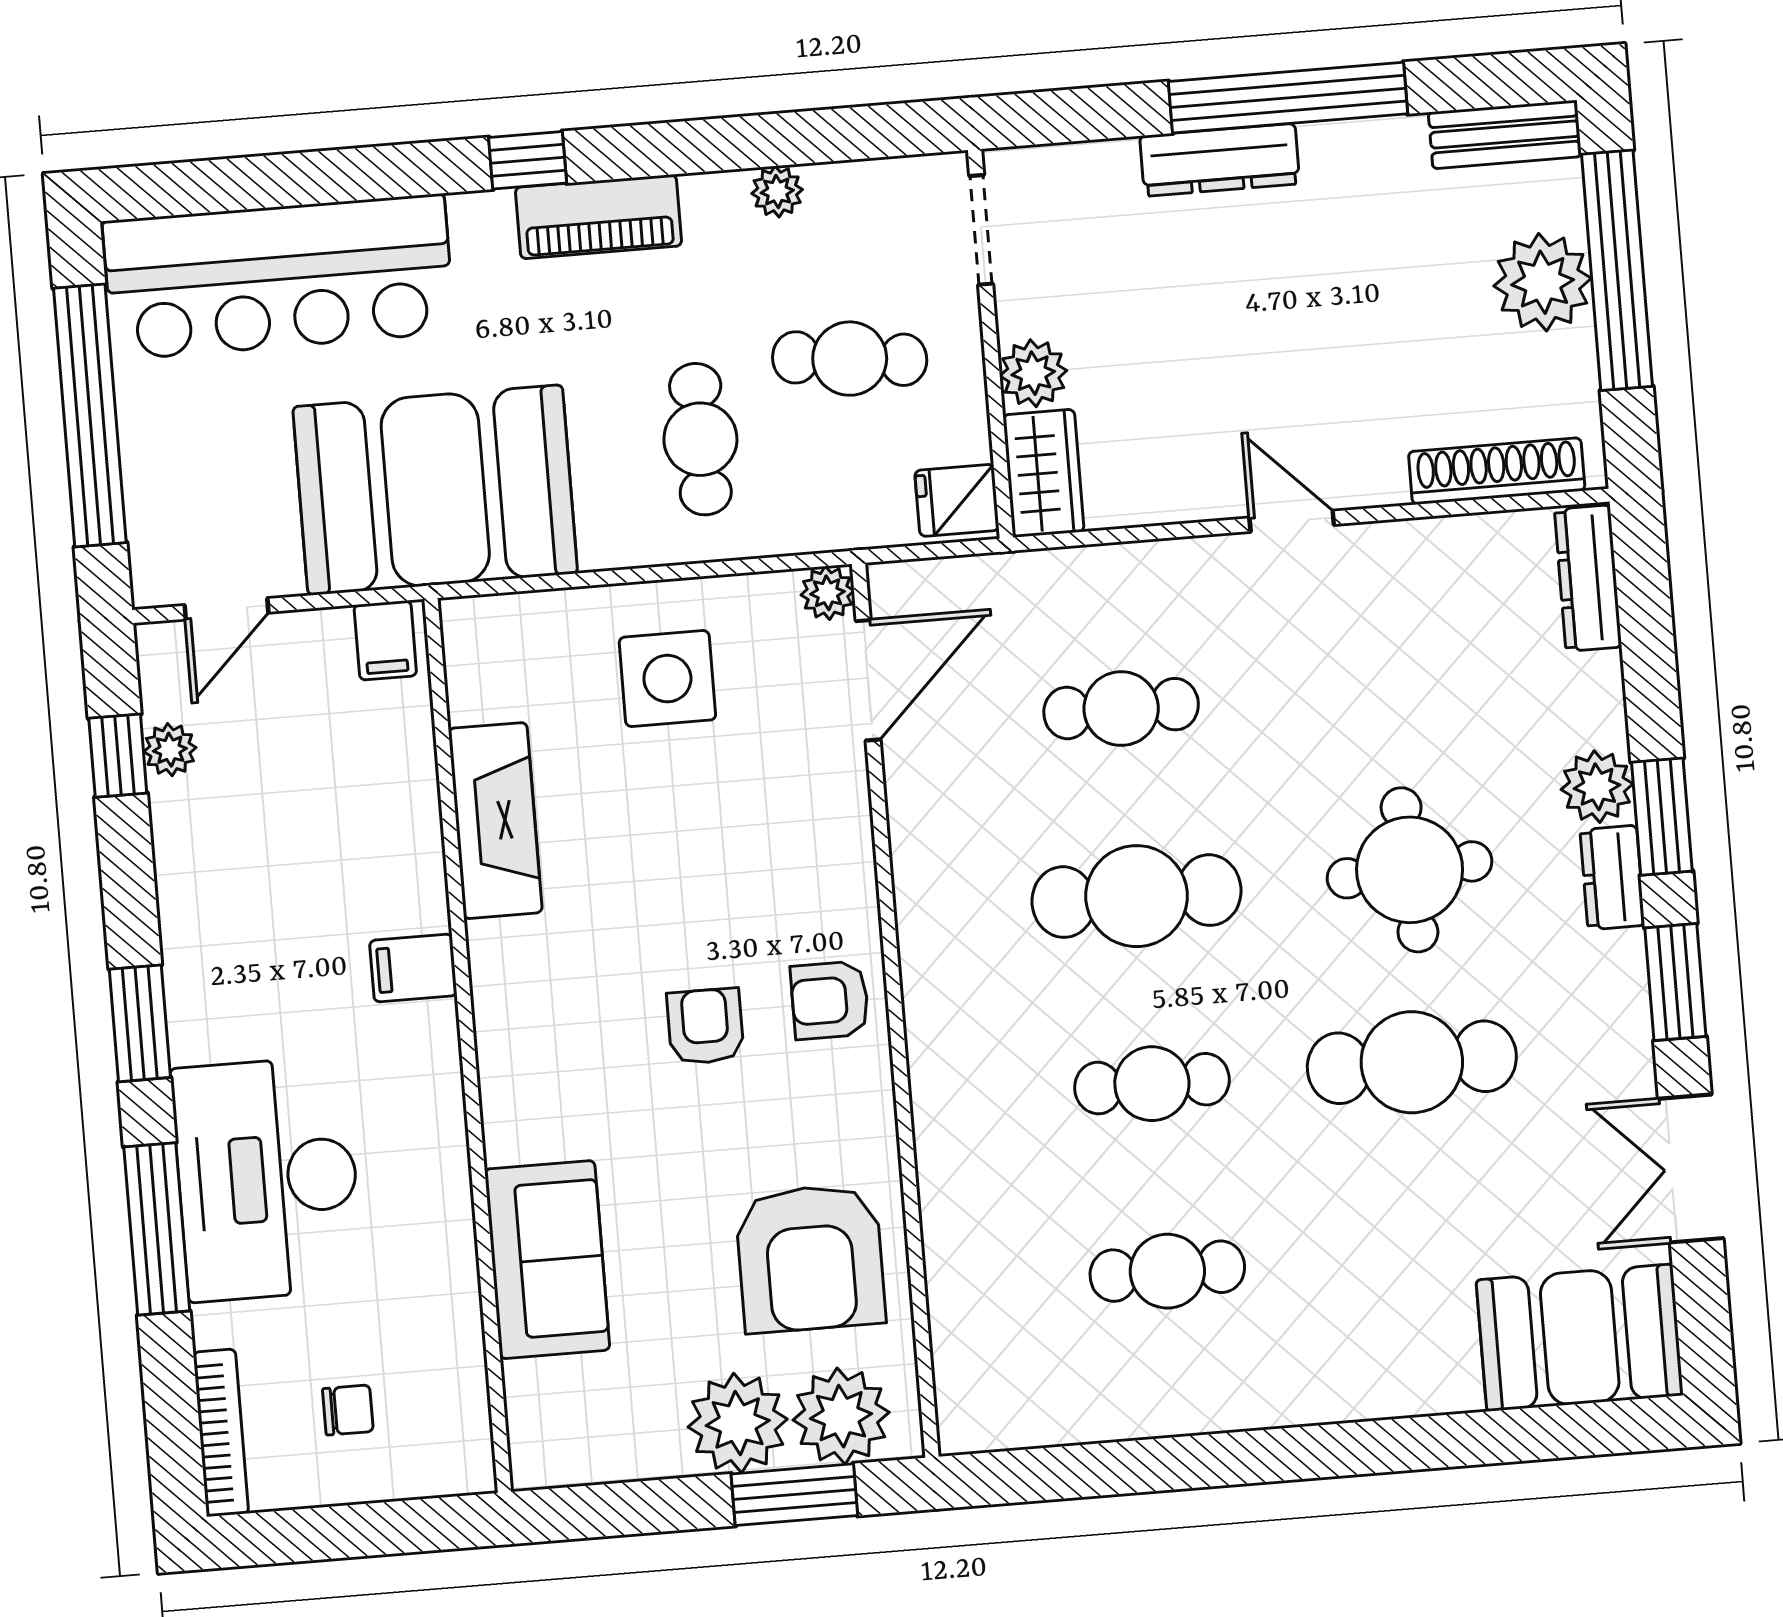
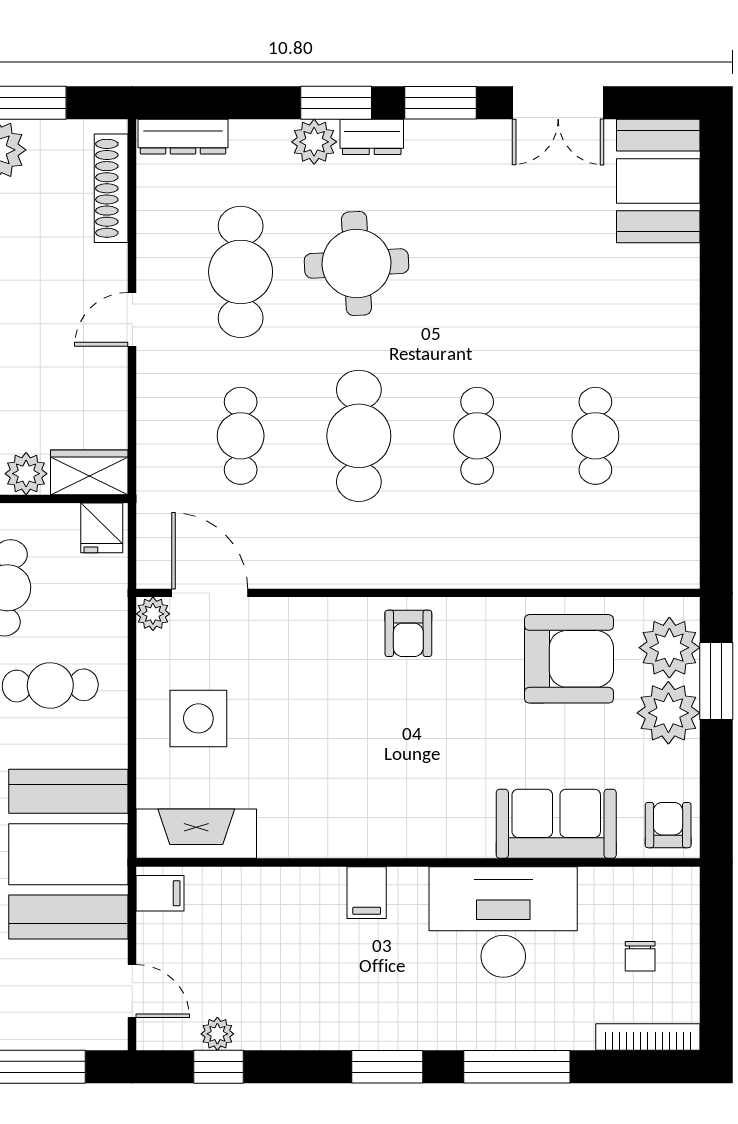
fireplace: (495, 821) -> (196, 834), moved
armchair: (705, 1026) -> (668, 825), moved, turned 90
cafe table: (1412, 1062) -> (241, 272), moved
desk: (267, 1179) -> (503, 922), moved, turned 180
chair: (348, 1410) -> (640, 956), turned 180

